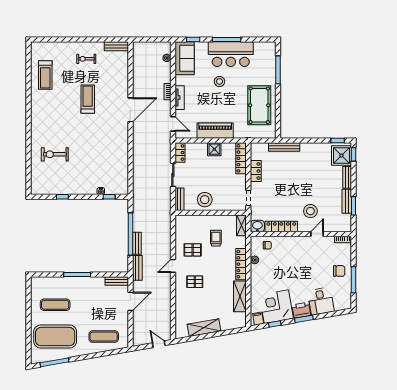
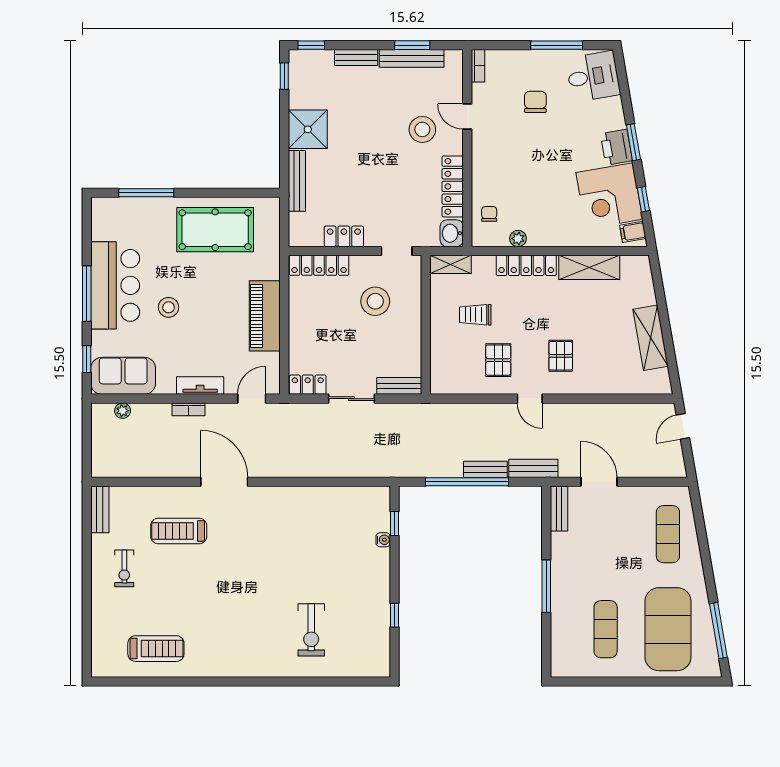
treadmill: (88, 99) -> (179, 531), moved
shower: (214, 149) -> (301, 318), removed
shower: (341, 156) -> (308, 129), moved
stool: (205, 200) -> (375, 301), moved
bench: (347, 201) -> (412, 58), width x1.36
chair: (339, 271) -> (535, 102), moved
desk: (321, 301) -> (593, 76), moved

